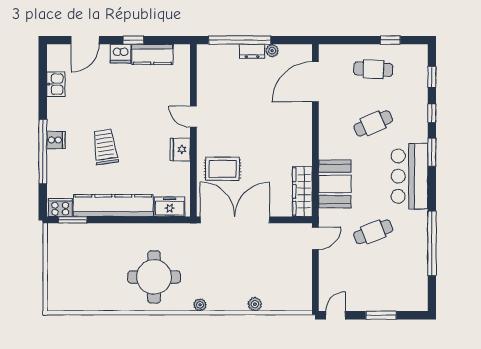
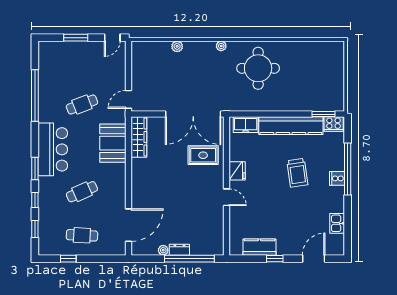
dishwasher: (120, 54) -> (285, 248), removed

